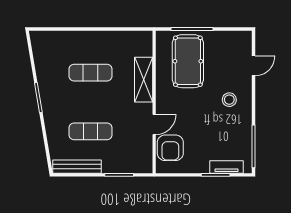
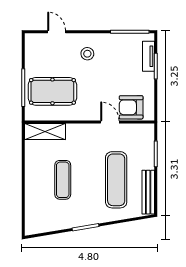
shelving: (144, 80) -> (45, 132), moved
exercise mat: (91, 131) -> (116, 180), width x1.36, depth x1.45
armchair: (170, 148) -> (131, 107), turned 180

